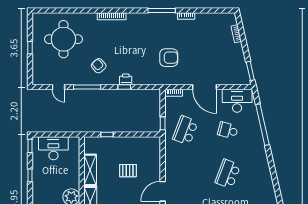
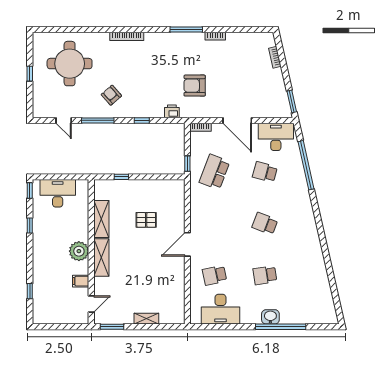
armchair: (169, 58) -> (195, 86), turned 180
printer: (126, 79) -> (172, 111), moved
school desk: (228, 174) -> (265, 224), width x0.54

